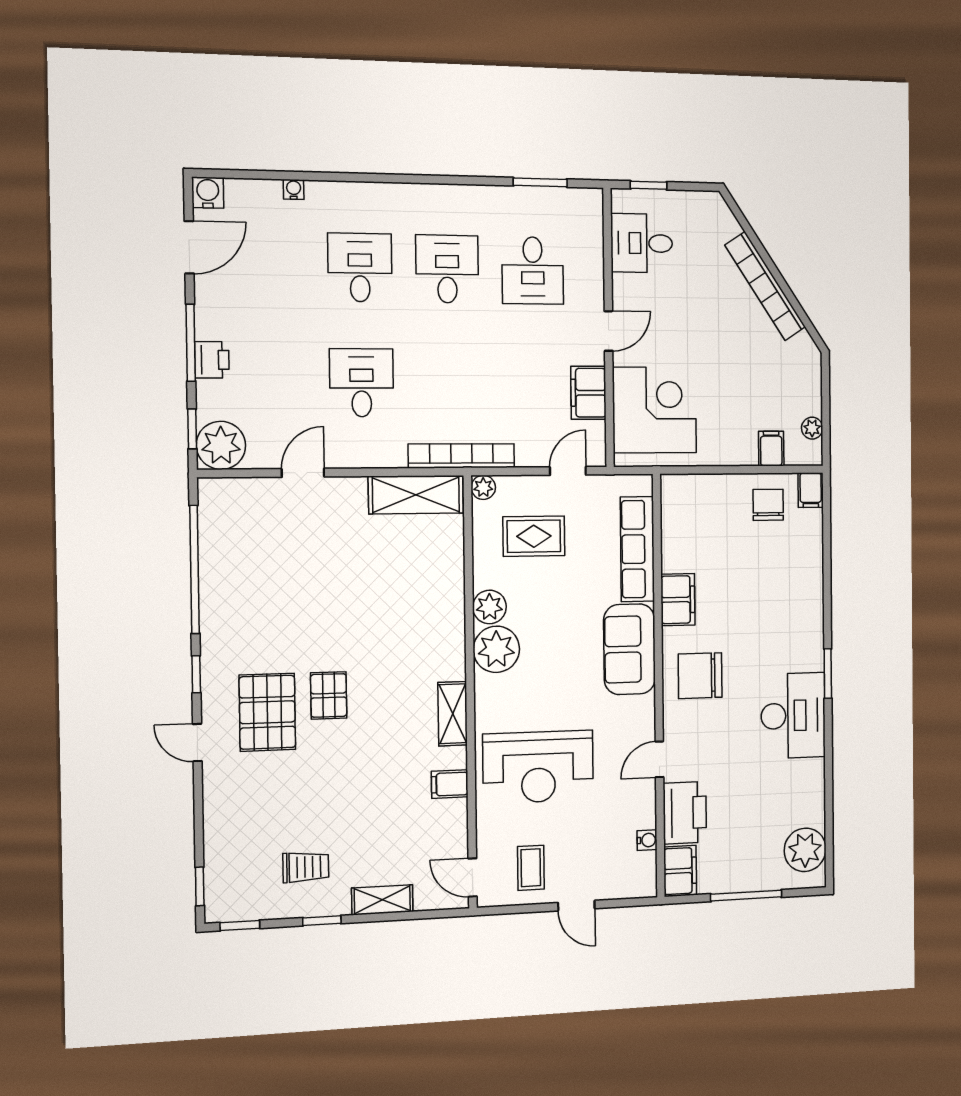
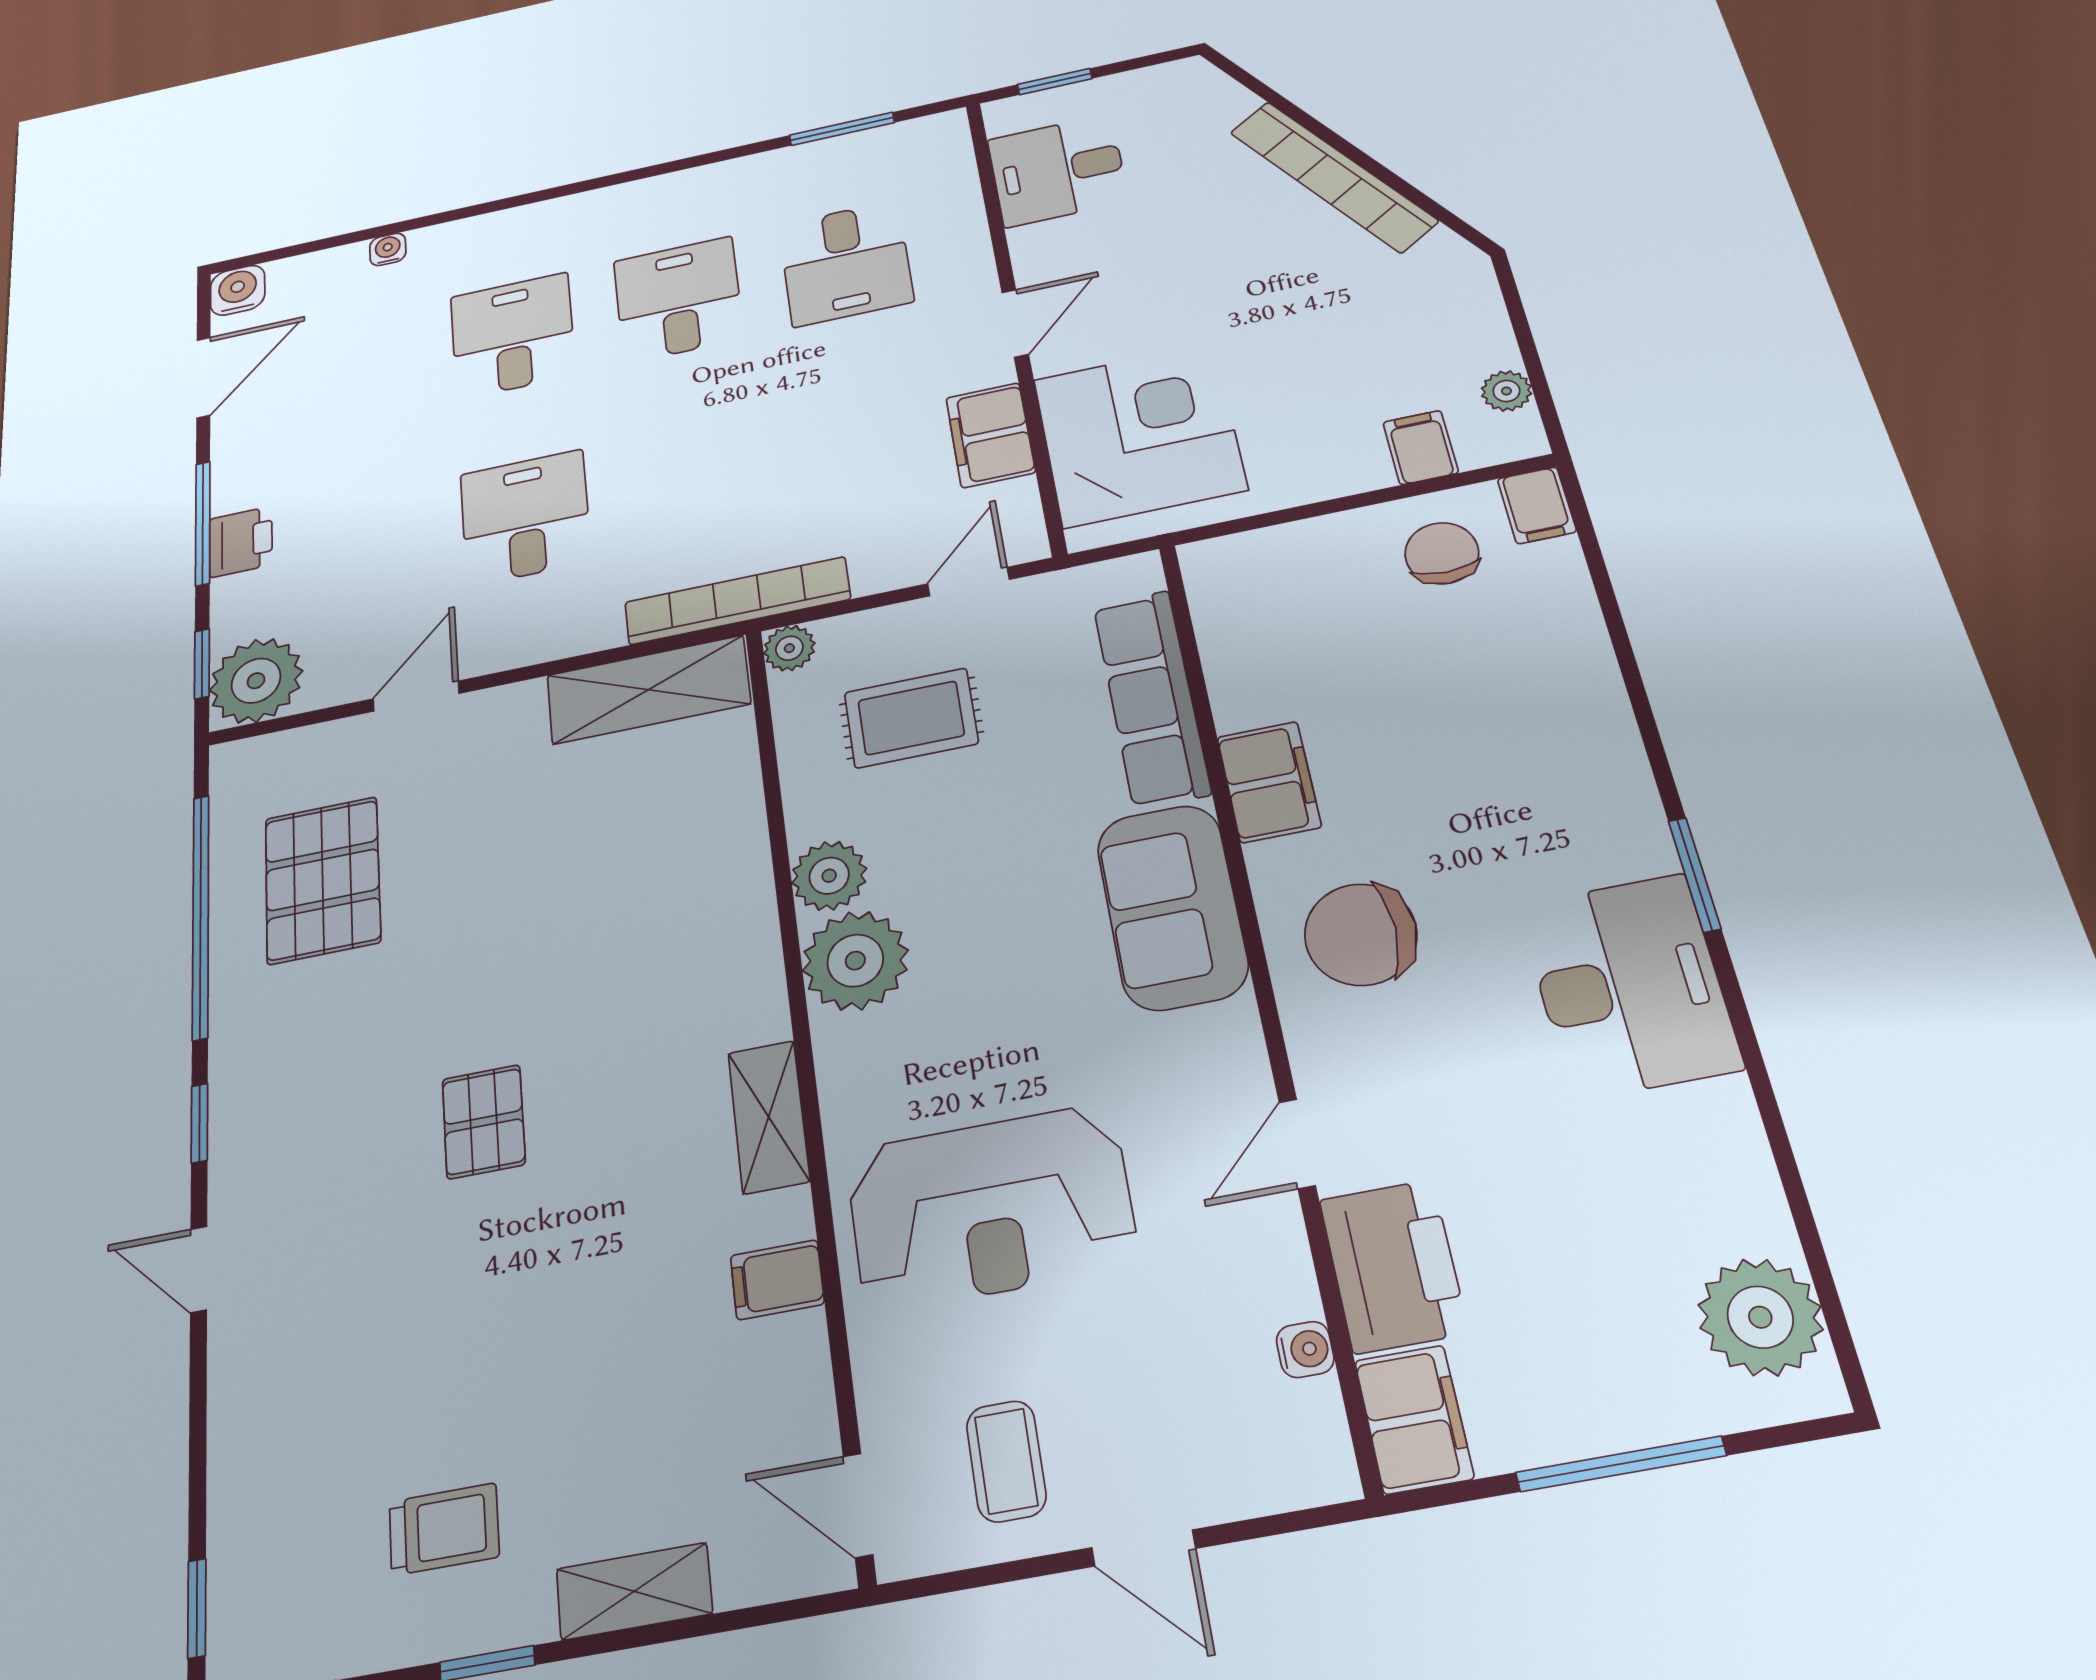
pallet: (267, 712) -> (323, 880), moved

